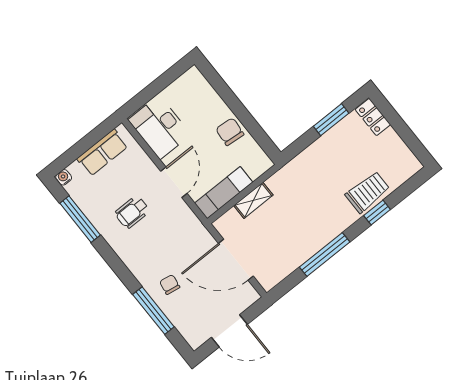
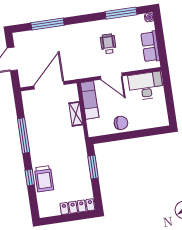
locker: (373, 117) -> (77, 207), width x1.53
window: (331, 120) -> (93, 167), moved
chair: (170, 284) -> (57, 41), removed

